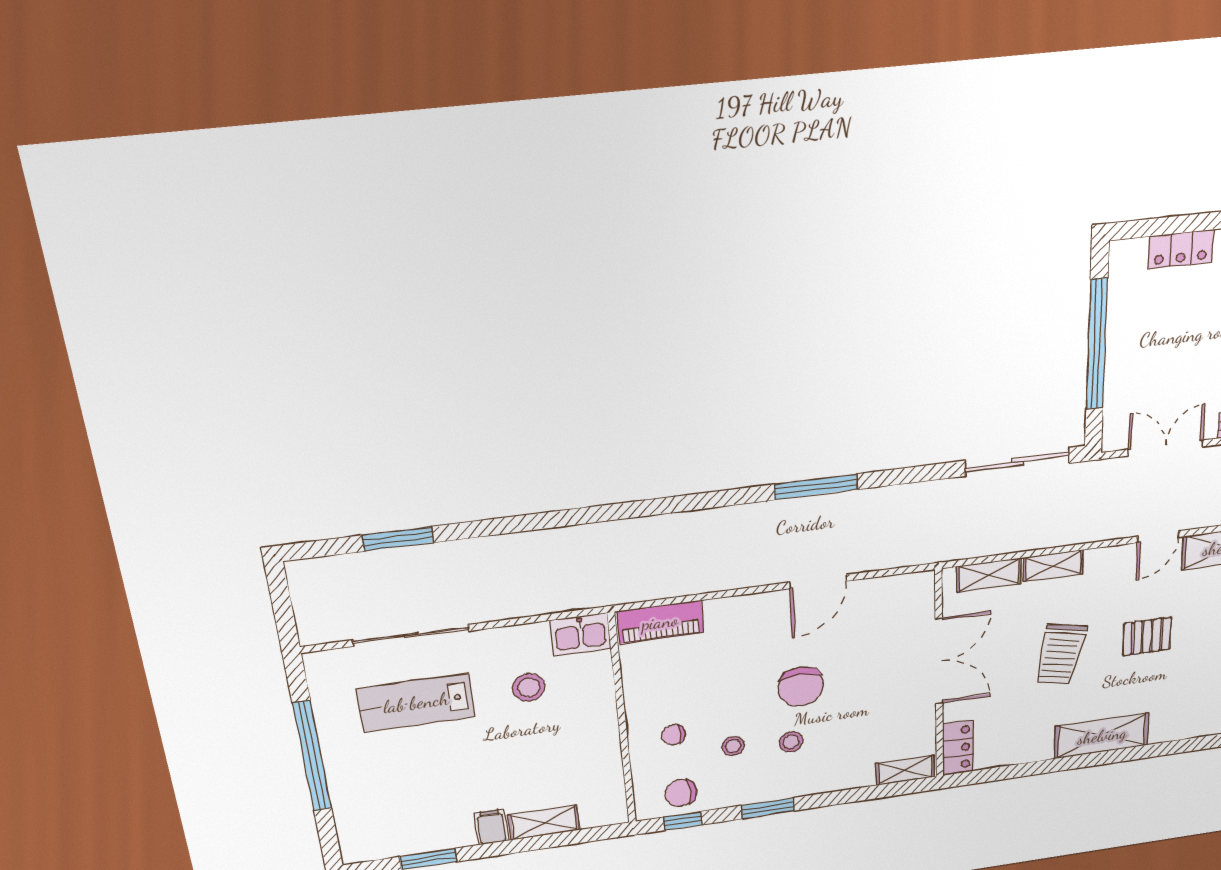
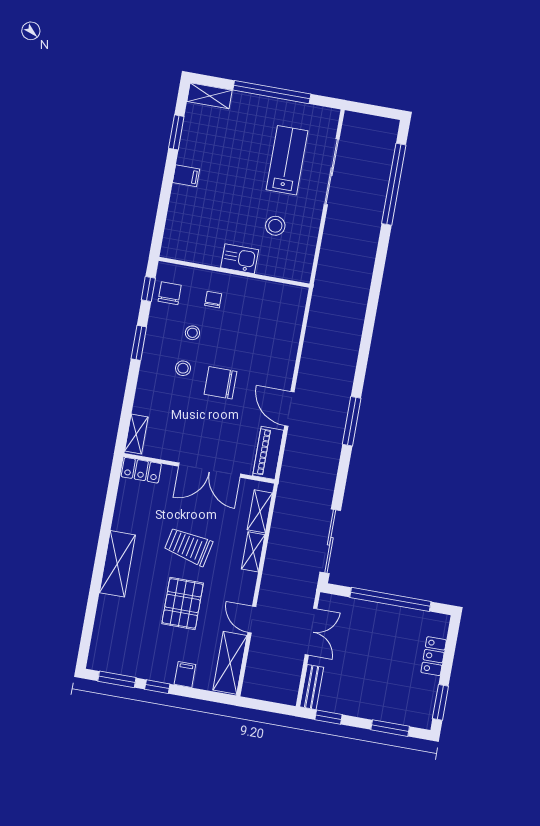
window: (398, 539) -> (394, 184), width x2.11
piano: (660, 622) -> (268, 453), moved
kitchen sink: (581, 634) -> (240, 259), moved, turned 90
pallet: (1147, 636) -> (183, 603), width x1.50, depth x1.42
shelving: (544, 822) -> (210, 96), moved, turned 90

